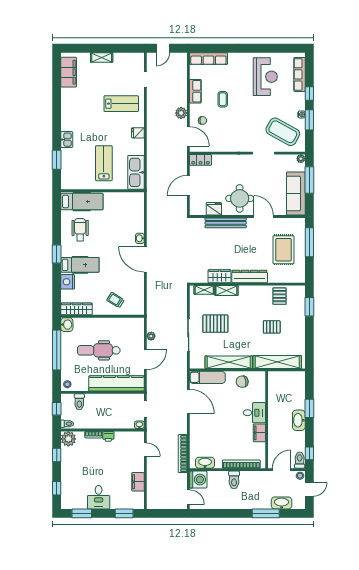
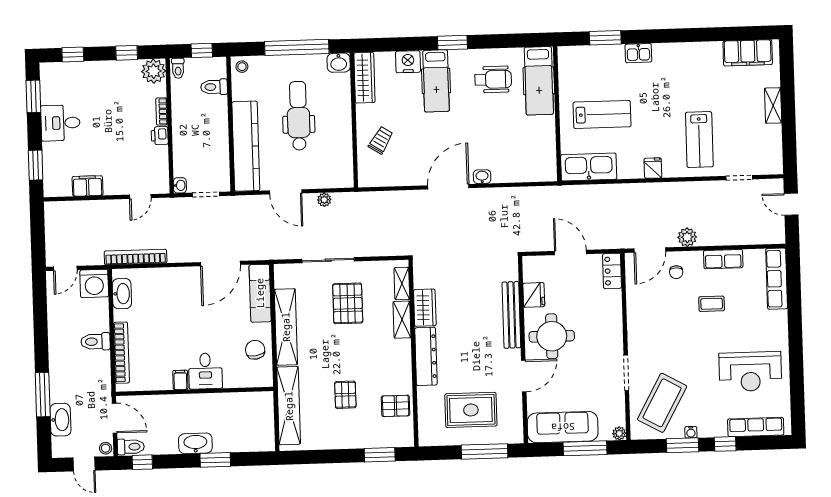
filing cabinet: (259, 433) -> (180, 380), width x0.50

